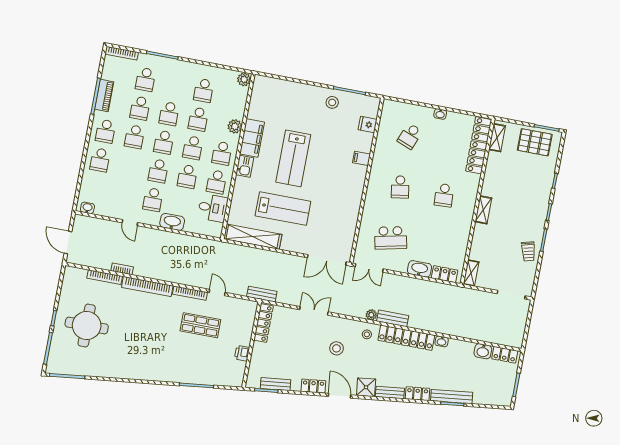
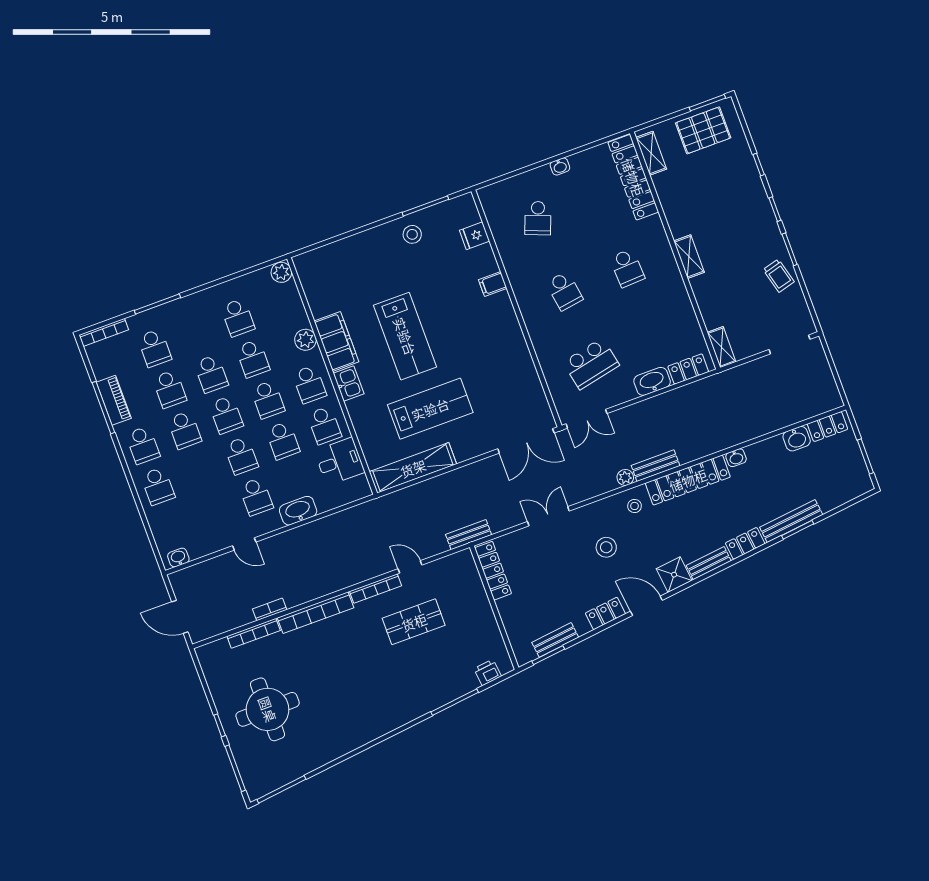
printer: (242, 353) -> (488, 673), moved, turned 83

